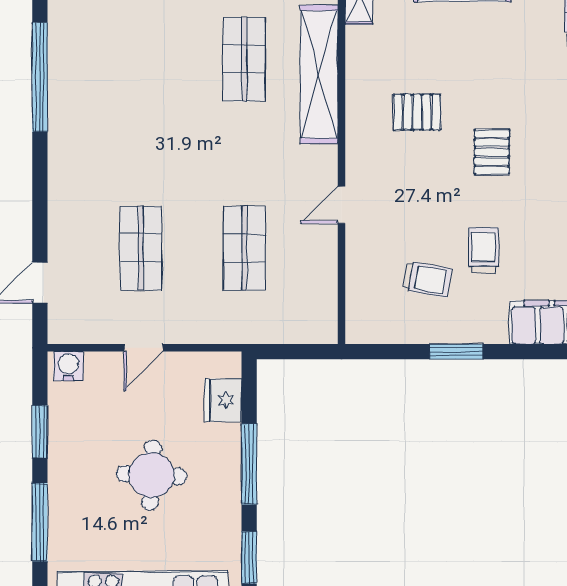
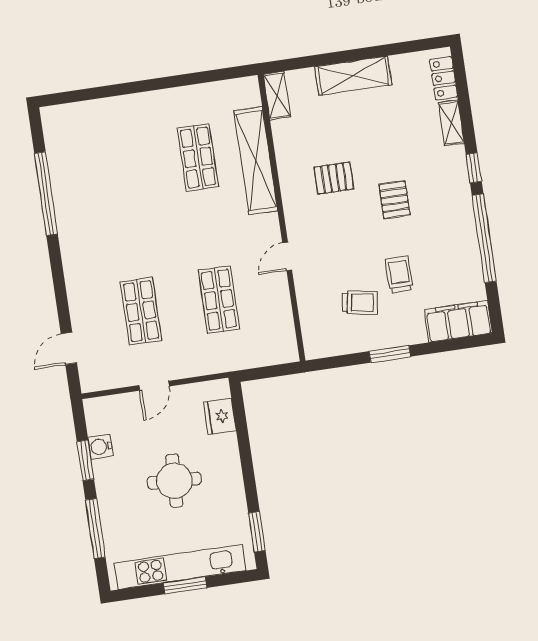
water cooler: (68, 366) -> (100, 447), moved, turned -90
window: (249, 464) -> (247, 462), removed

